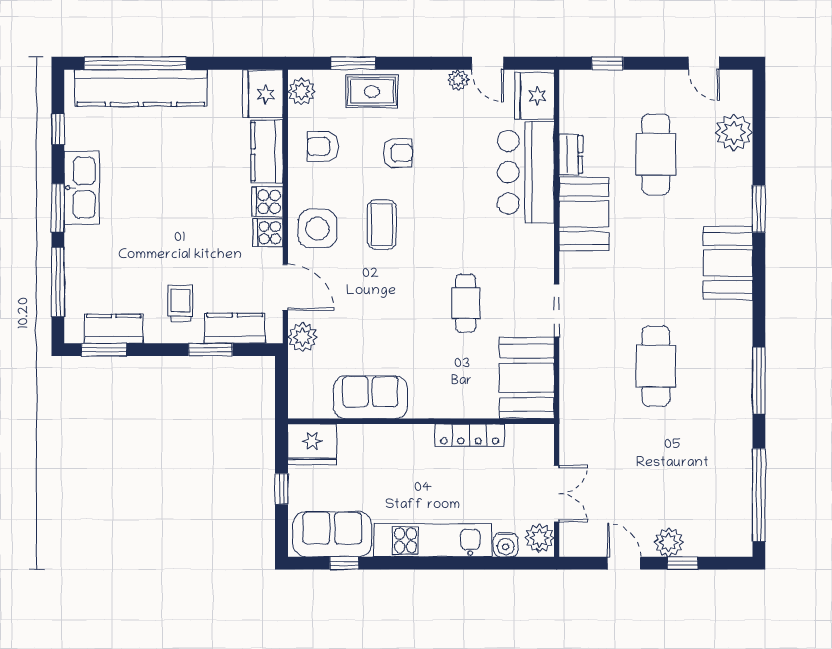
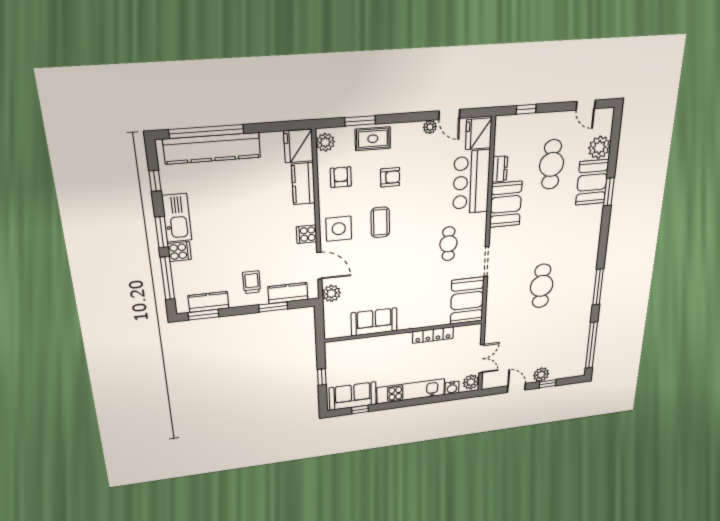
armchair: (323, 146) -> (341, 177), turned 90
cooker: (267, 202) -> (179, 252), moved, turned 180
booth: (728, 263) -> (592, 182), moved
cafe table: (466, 303) -> (448, 244), moved
fridge: (312, 444) -> (339, 351), removed

